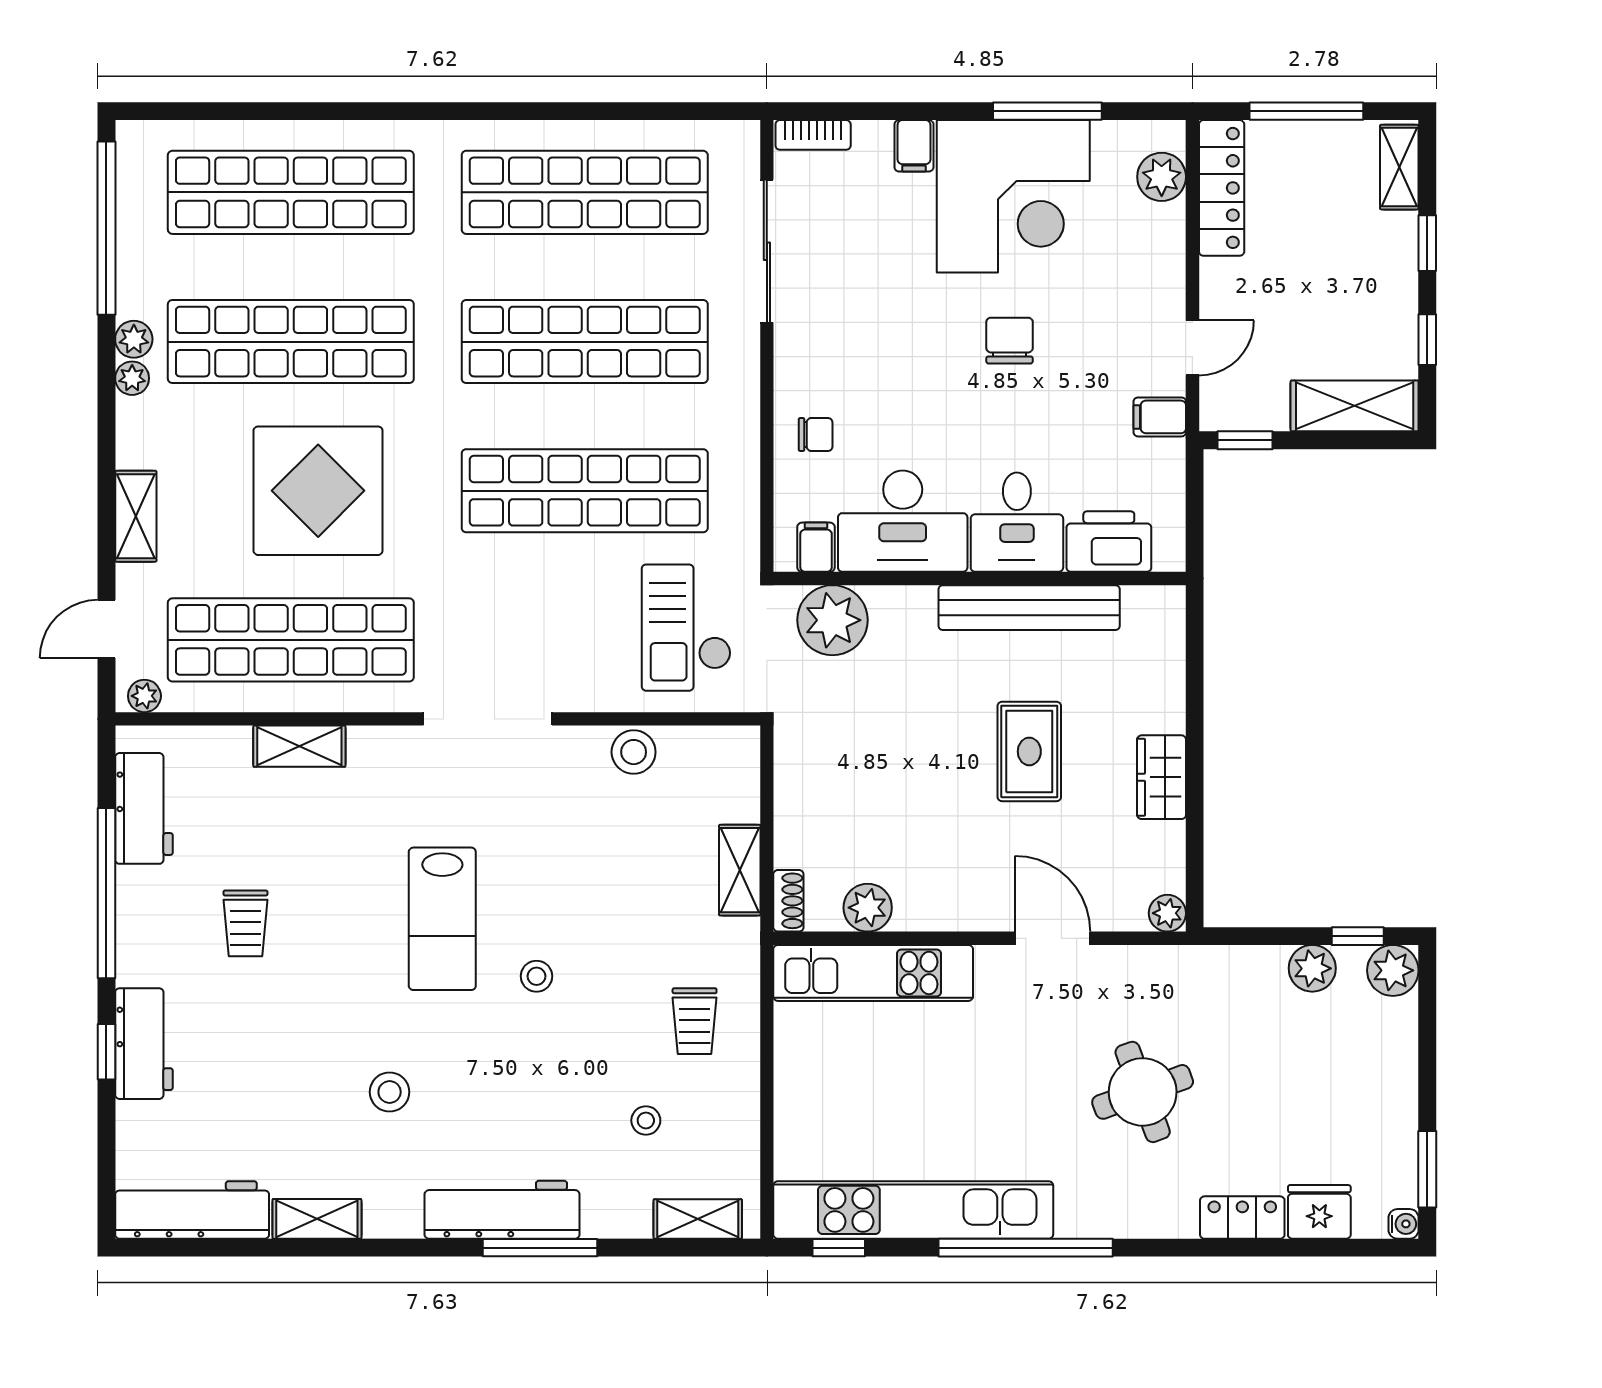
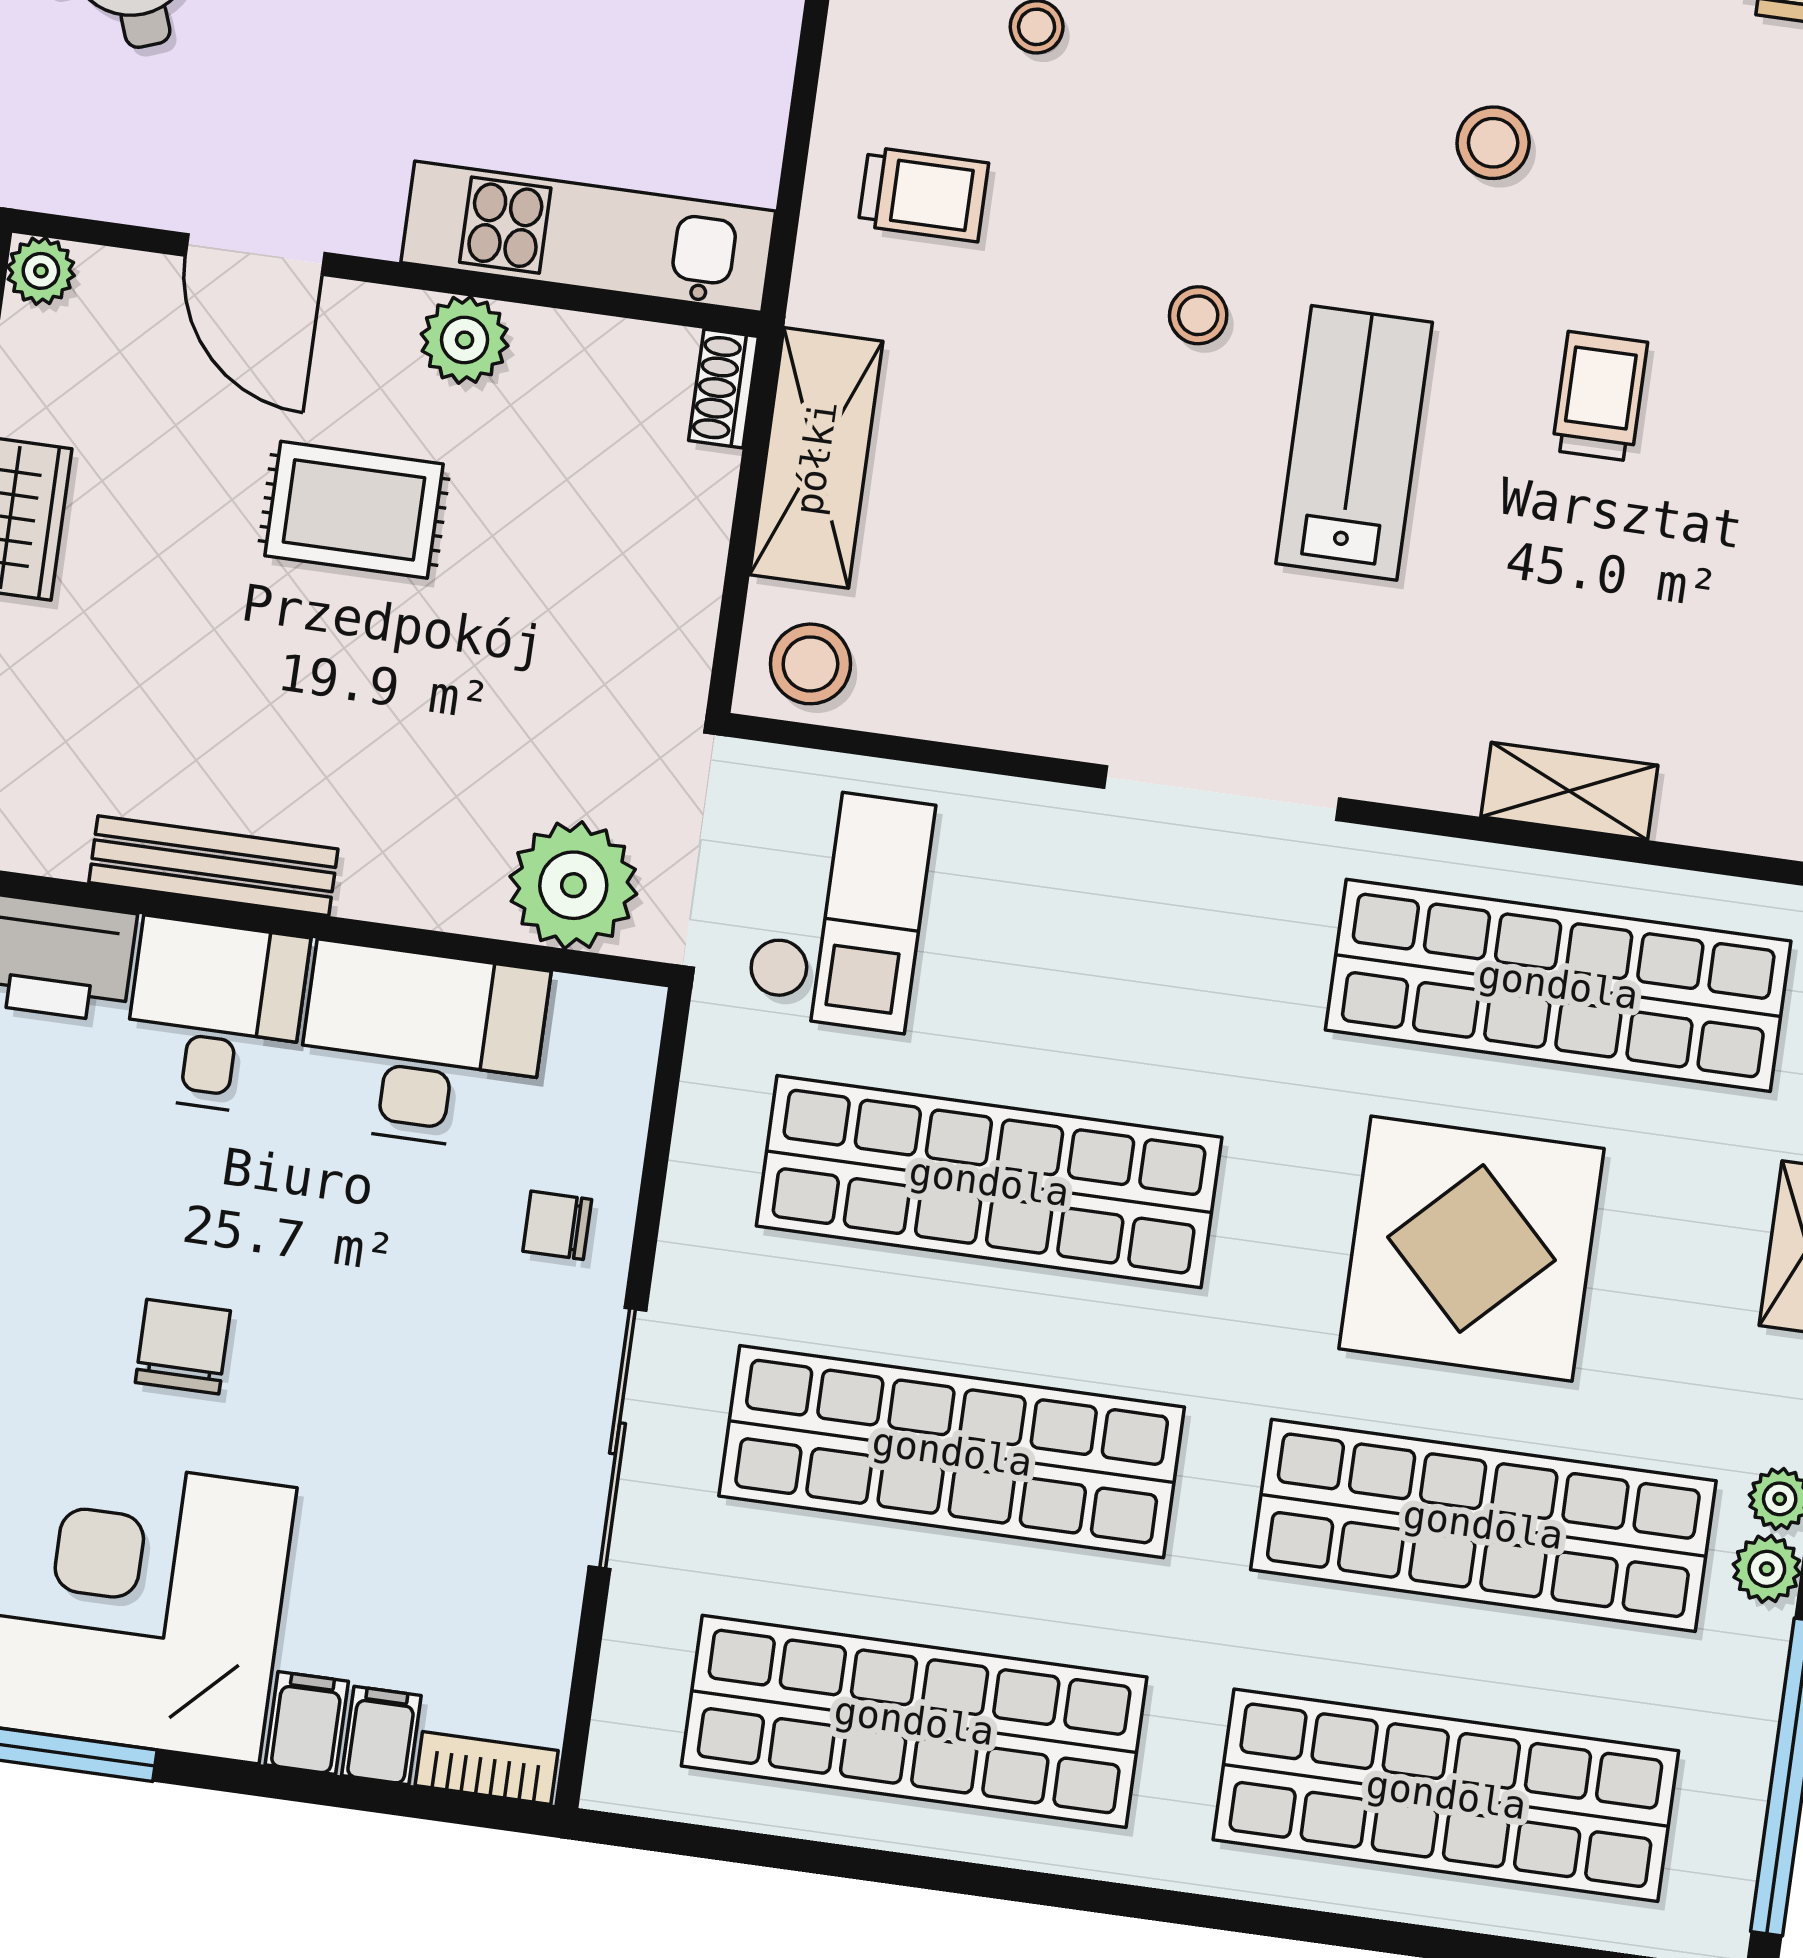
sliding door: (767, 251) -> (618, 1438), moved
chair: (1010, 341) -> (183, 1347), turned 180
filing cabinet: (816, 547) -> (381, 1735), moved, turned 180
bench: (1029, 608) -> (213, 866), width x0.73, depth x0.82
rug: (1029, 751) -> (354, 510), moved, turned 90
stool: (634, 752) -> (810, 664), moved
shelving: (740, 870) -> (816, 458), width x1.50, depth x1.33
plant: (868, 908) -> (465, 340), moved
trolley: (245, 923) -> (1600, 396), moved
trolley: (695, 1021) -> (923, 194), turned 90

